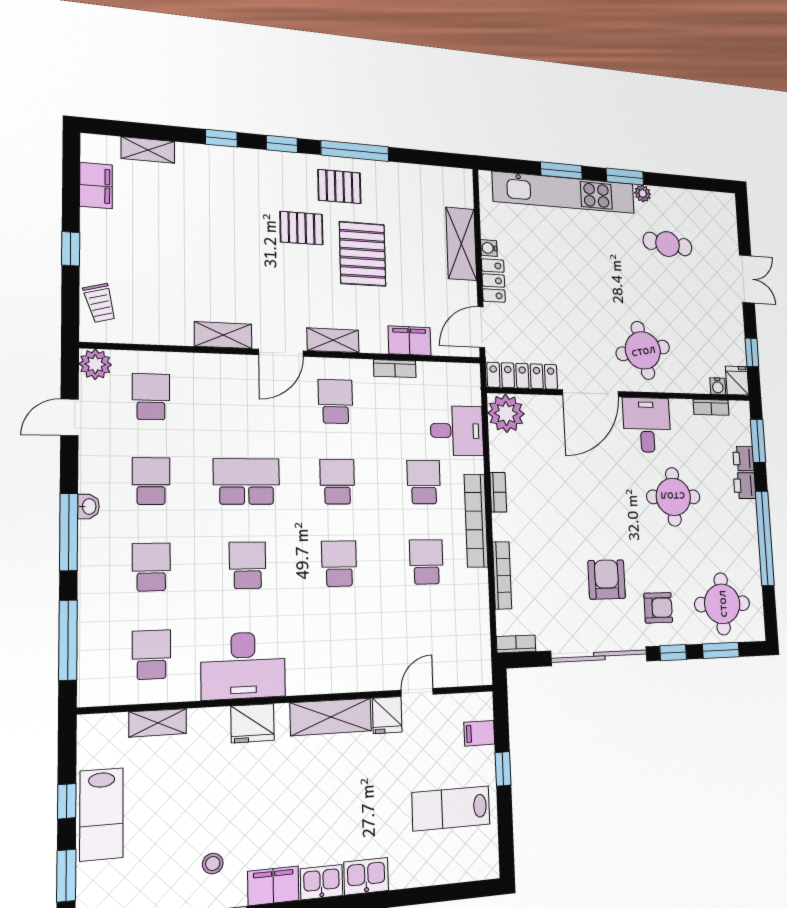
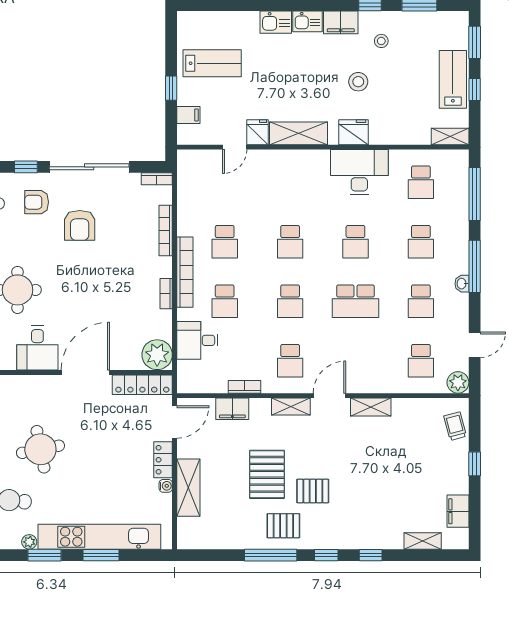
round table: (643, 350) -> (40, 449), moved
shelving: (158, 723) -> (450, 136), moved
stool: (246, 799) -> (358, 82), added

